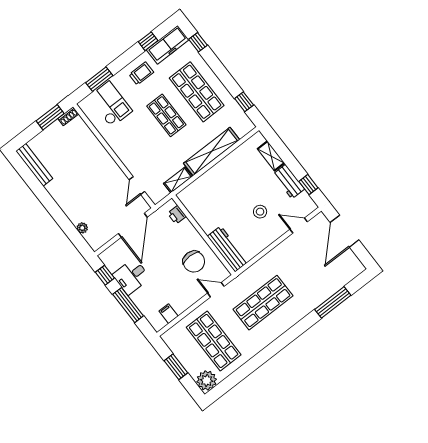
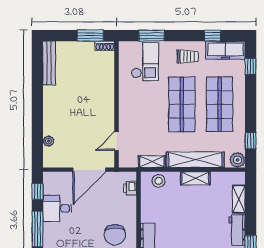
shop shelf: (166, 115) -> (182, 104), width x1.43, depth x1.36
plant: (246, 125) -> (237, 160), added
shelving: (223, 166) -> (195, 178), added
stool: (260, 212) -> (159, 181), moved

